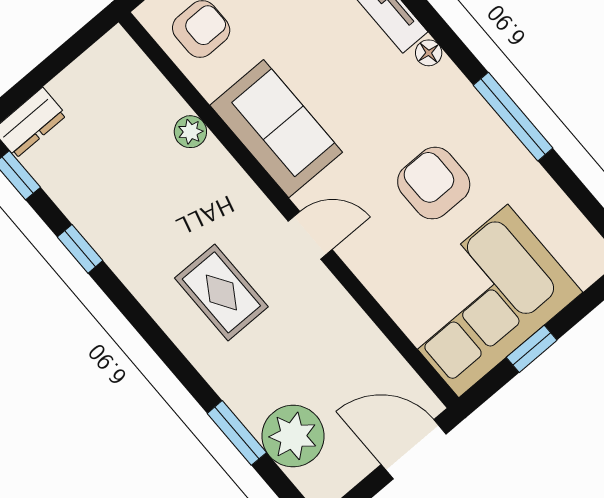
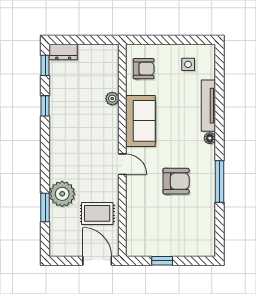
armchair: (434, 183) -> (176, 181), turned 90
rug: (221, 292) -> (97, 213), moved, turned 90
corner sofa: (483, 301) -> (160, 232), removed
plant: (293, 436) -> (62, 194), moved

